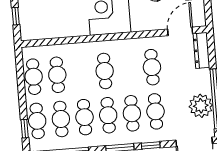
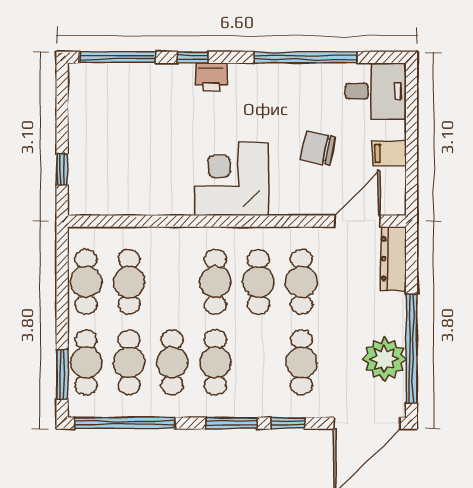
cafe table: (132, 113) -> (258, 282), moved
window: (25, 129) -> (62, 374), width x1.50

